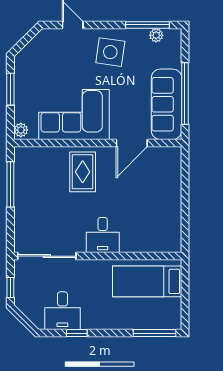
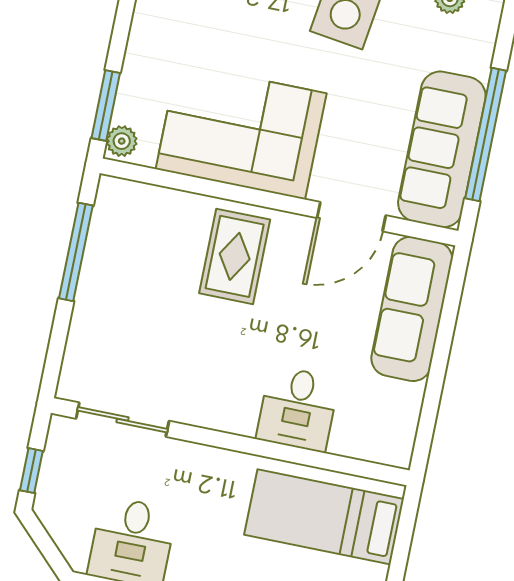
window: (10, 89) -> (106, 105), moved
sofa: (168, 179) -> (412, 309), added
desk: (103, 235) -> (298, 409), moved
sliding door: (47, 256) -> (123, 420), width x0.73

